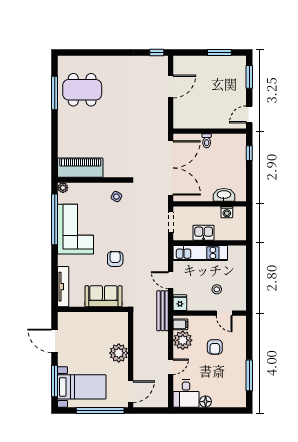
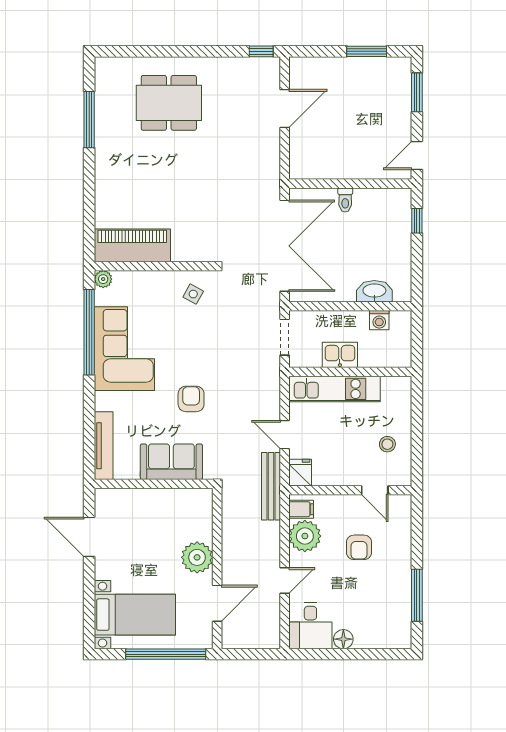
dining table: (82, 90) -> (169, 103), moved
stool: (217, 289) -> (387, 444), moved
window: (55, 381) -> (89, 605), removed
door: (131, 392) -> (217, 603), moved

